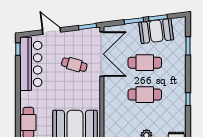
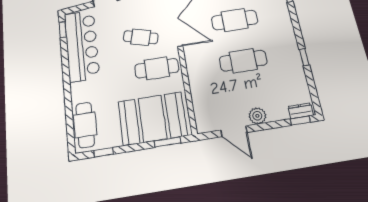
cafe table: (83, 90) -> (157, 68), added

